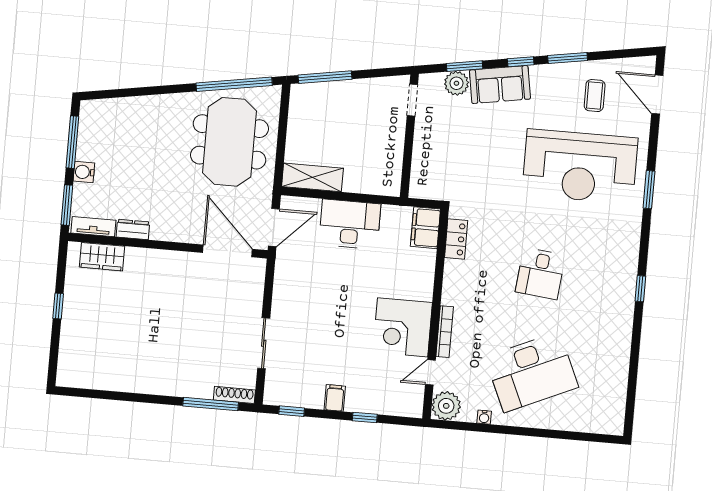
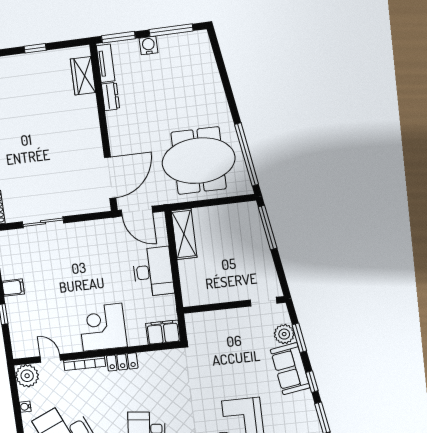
locker: (456, 239) -> (122, 362), moved
corner desk: (403, 327) -> (103, 327), moved

